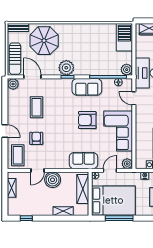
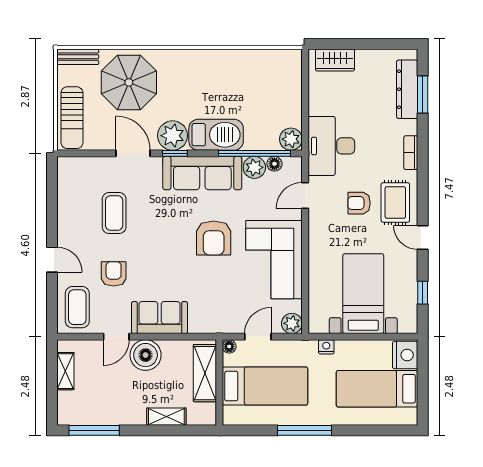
barbecue: (124, 37) -> (216, 135), moved, turned 90
door: (32, 77) -> (133, 153), moved
plant: (13, 84) -> (254, 167), moved
sofa: (87, 87) -> (202, 173), width x1.36
door: (134, 98) -> (305, 195), hinge flipped
armchair: (87, 120) -> (214, 238), turned -90
sofa: (83, 161) -> (159, 318), moved
bed: (113, 200) -> (265, 386), width x0.67
window: (26, 218) -> (94, 430), width x2.17
window: (119, 218) -> (305, 430), moved

